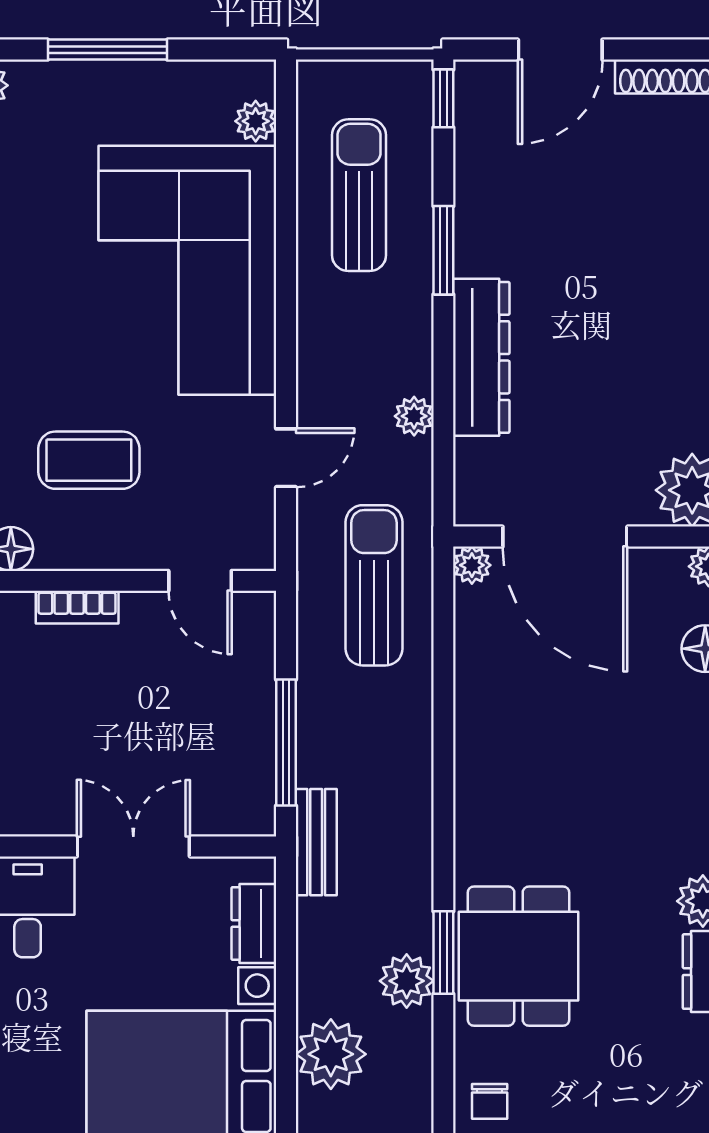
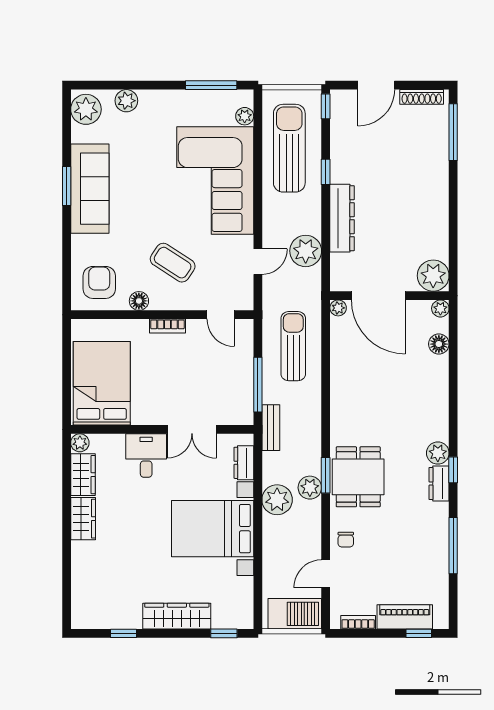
window: (107, 50) -> (211, 85), moved
sun lounger: (359, 195) -> (289, 148), width x1.36, depth x1.34
window: (443, 250) -> (326, 172), width x0.67
plant: (414, 416) -> (306, 251), width x1.88, depth x1.88
coffee table: (89, 460) -> (173, 263), turned 33
sun lounger: (374, 585) -> (293, 346), moved
double door: (133, 846) -> (192, 429), swing flipped
plant: (331, 1054) -> (277, 500), moved

